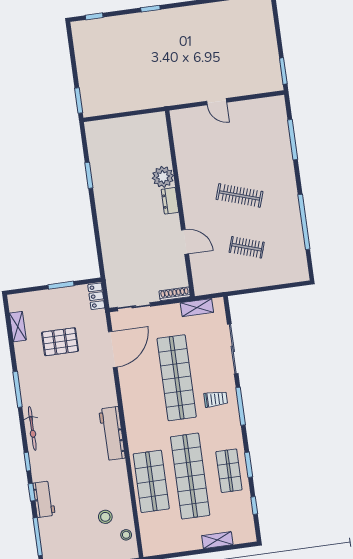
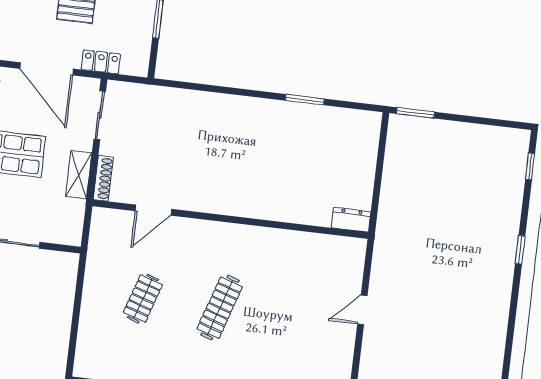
plant: (163, 177) -> (275, 205), removed
dresser: (170, 201) -> (351, 220), moved
door: (185, 242) -> (154, 210), moved
locker: (96, 296) -> (101, 62), moved
shelving: (197, 308) -> (79, 175), moved

